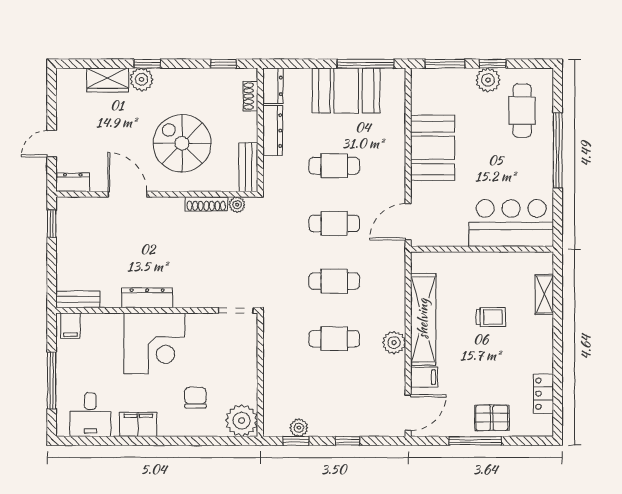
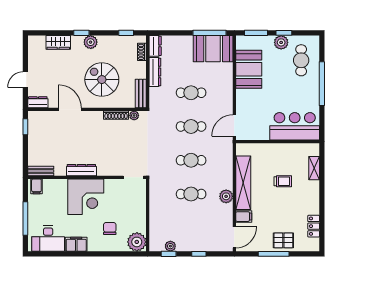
plant: (142, 79) -> (91, 42), moved
booth: (346, 91) -> (213, 49), moved
booth: (433, 148) -> (249, 69), moved
desk: (90, 415) -> (48, 239), width x1.37

